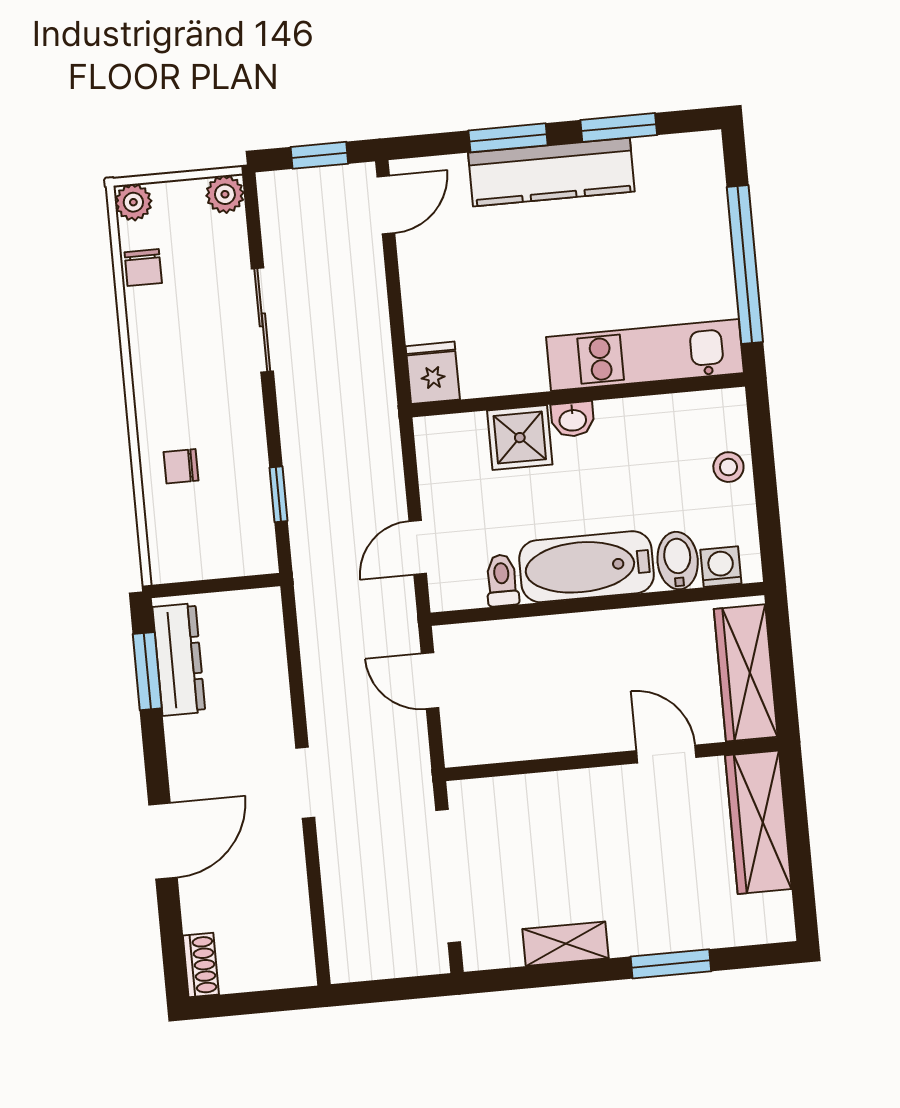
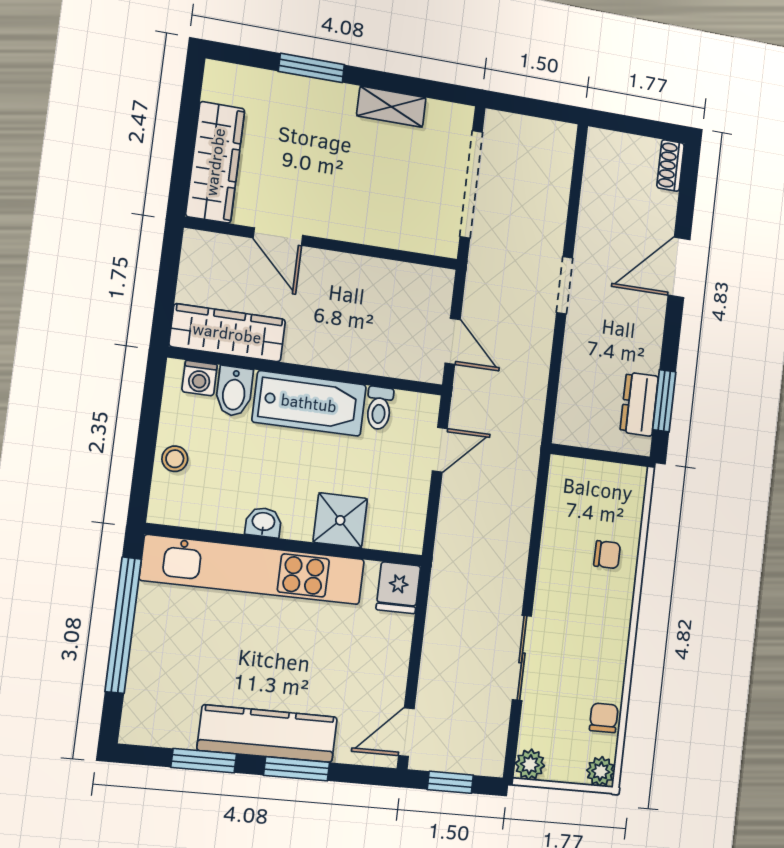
kitchen unit: (645, 355) -> (253, 570), width x1.36
washbasin: (573, 419) -> (263, 522), moved
window: (278, 494) -> (538, 516), removed
dresser: (179, 659) -> (639, 404), width x0.70
wardrobe: (746, 673) -> (227, 333), moved, turned -90

